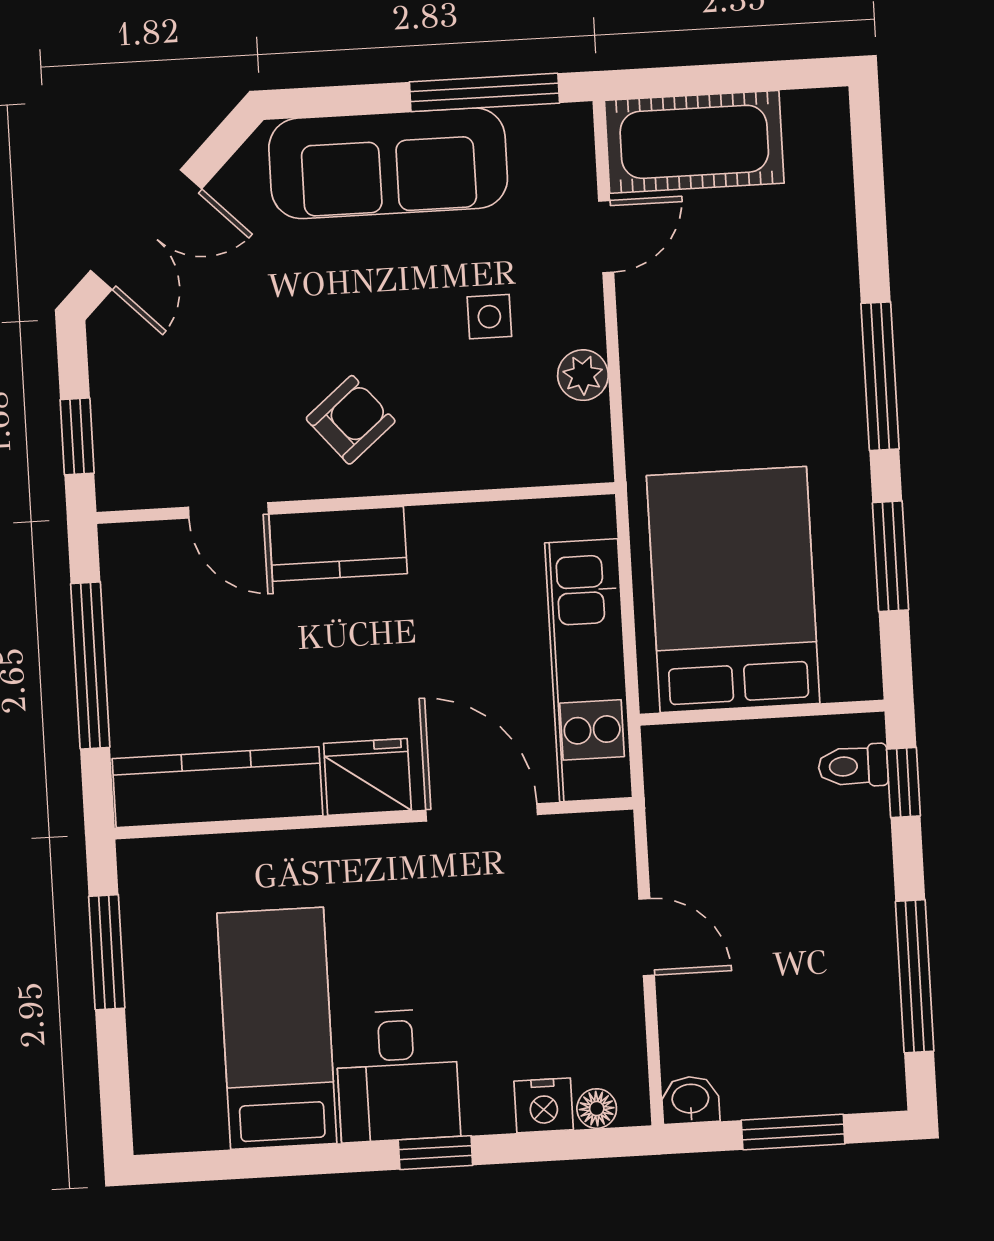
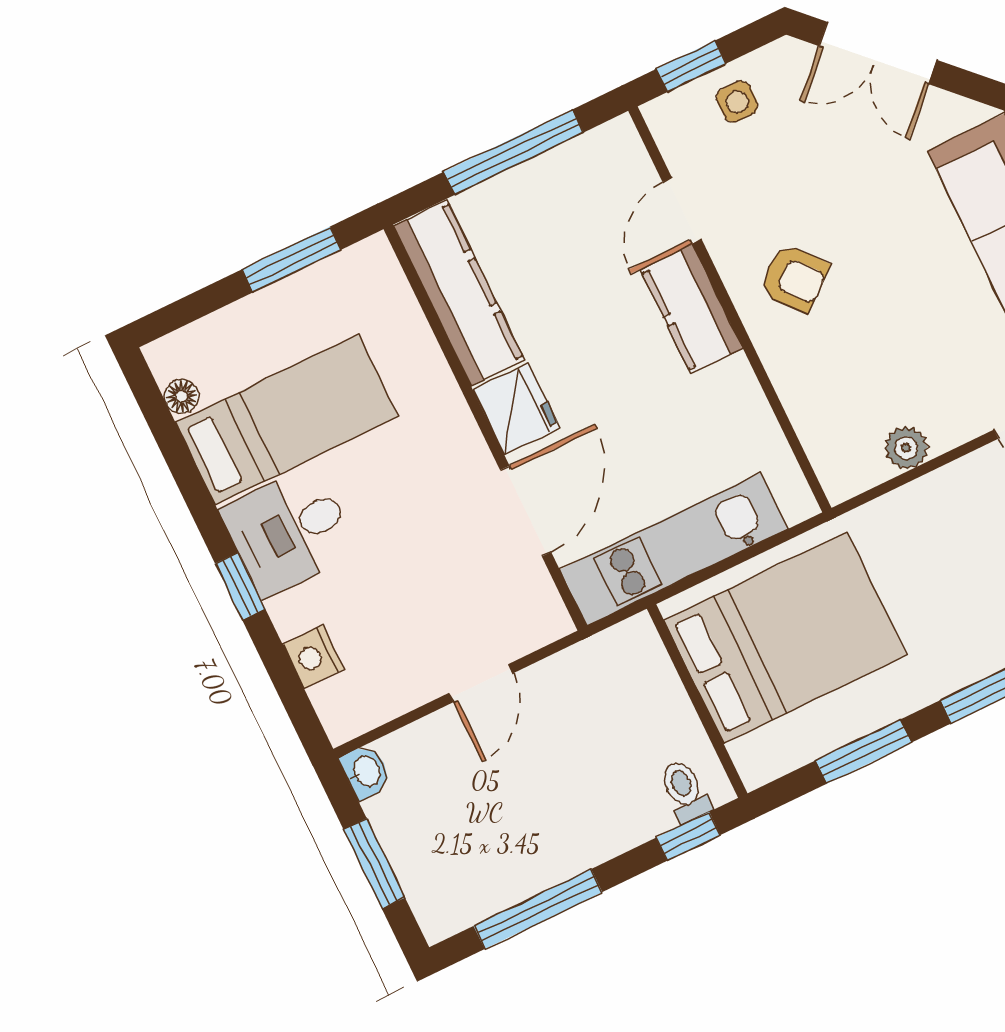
side table: (489, 317) -> (737, 102), moved
floor lamp: (597, 1109) -> (182, 396), moved

